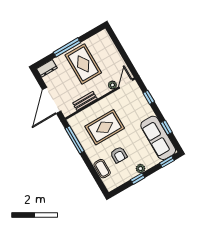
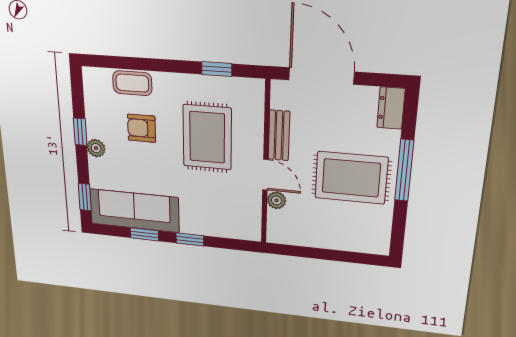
door: (126, 84) -> (265, 175), moved
window: (149, 97) -> (190, 239), moved
window: (75, 140) -> (217, 69), width x0.46

